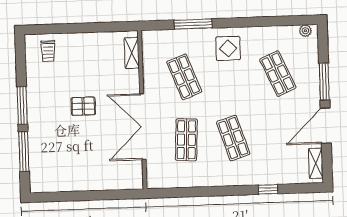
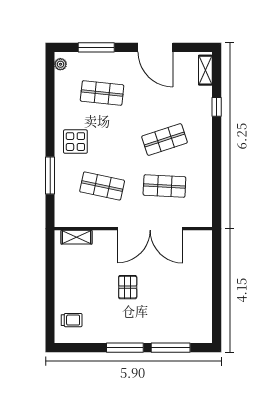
shop shelf: (278, 74) -> (102, 93), turned 30
shop shelf: (184, 77) -> (102, 186), turned 33
window: (324, 82) -> (96, 47), moved
shelving: (316, 163) -> (205, 70), moved, turned 90

